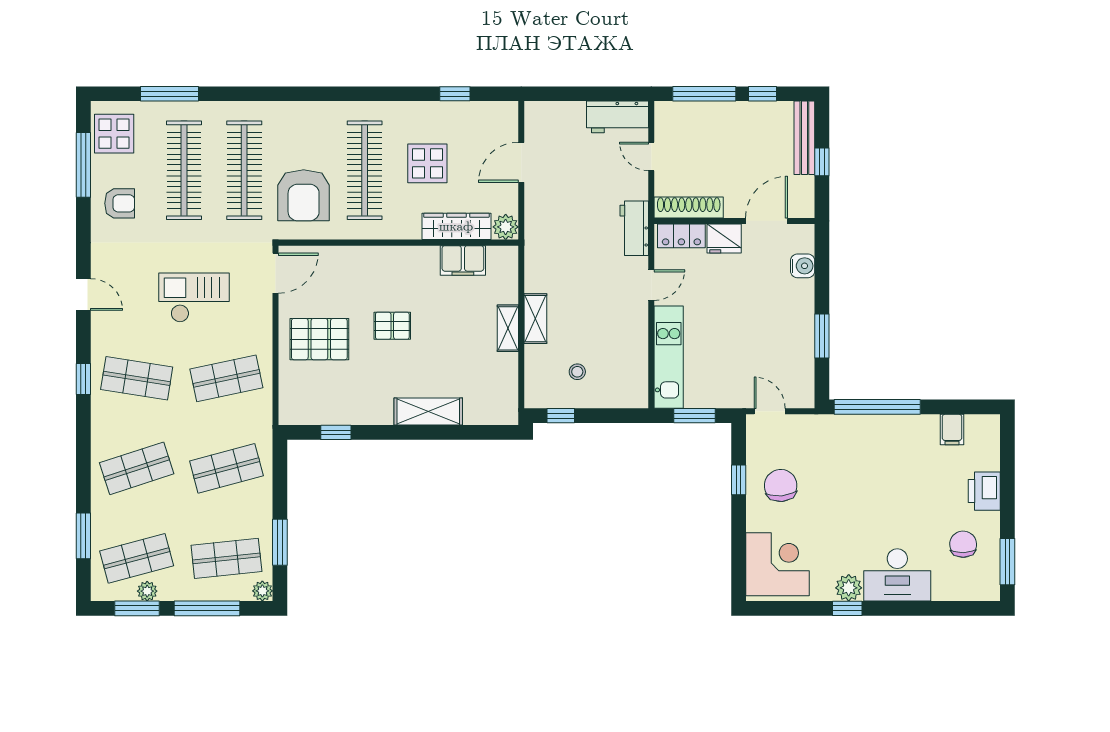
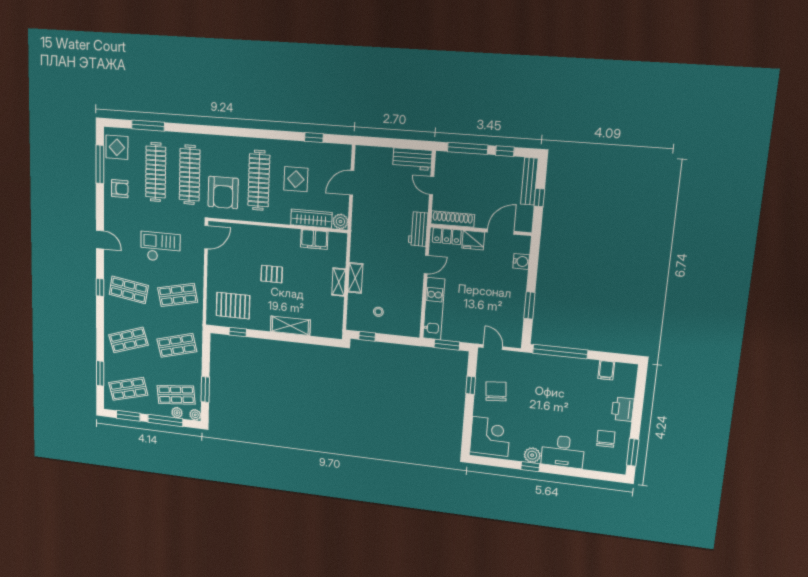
pallet: (319, 339) -> (233, 306), moved
plant: (147, 591) -> (177, 413), moved

